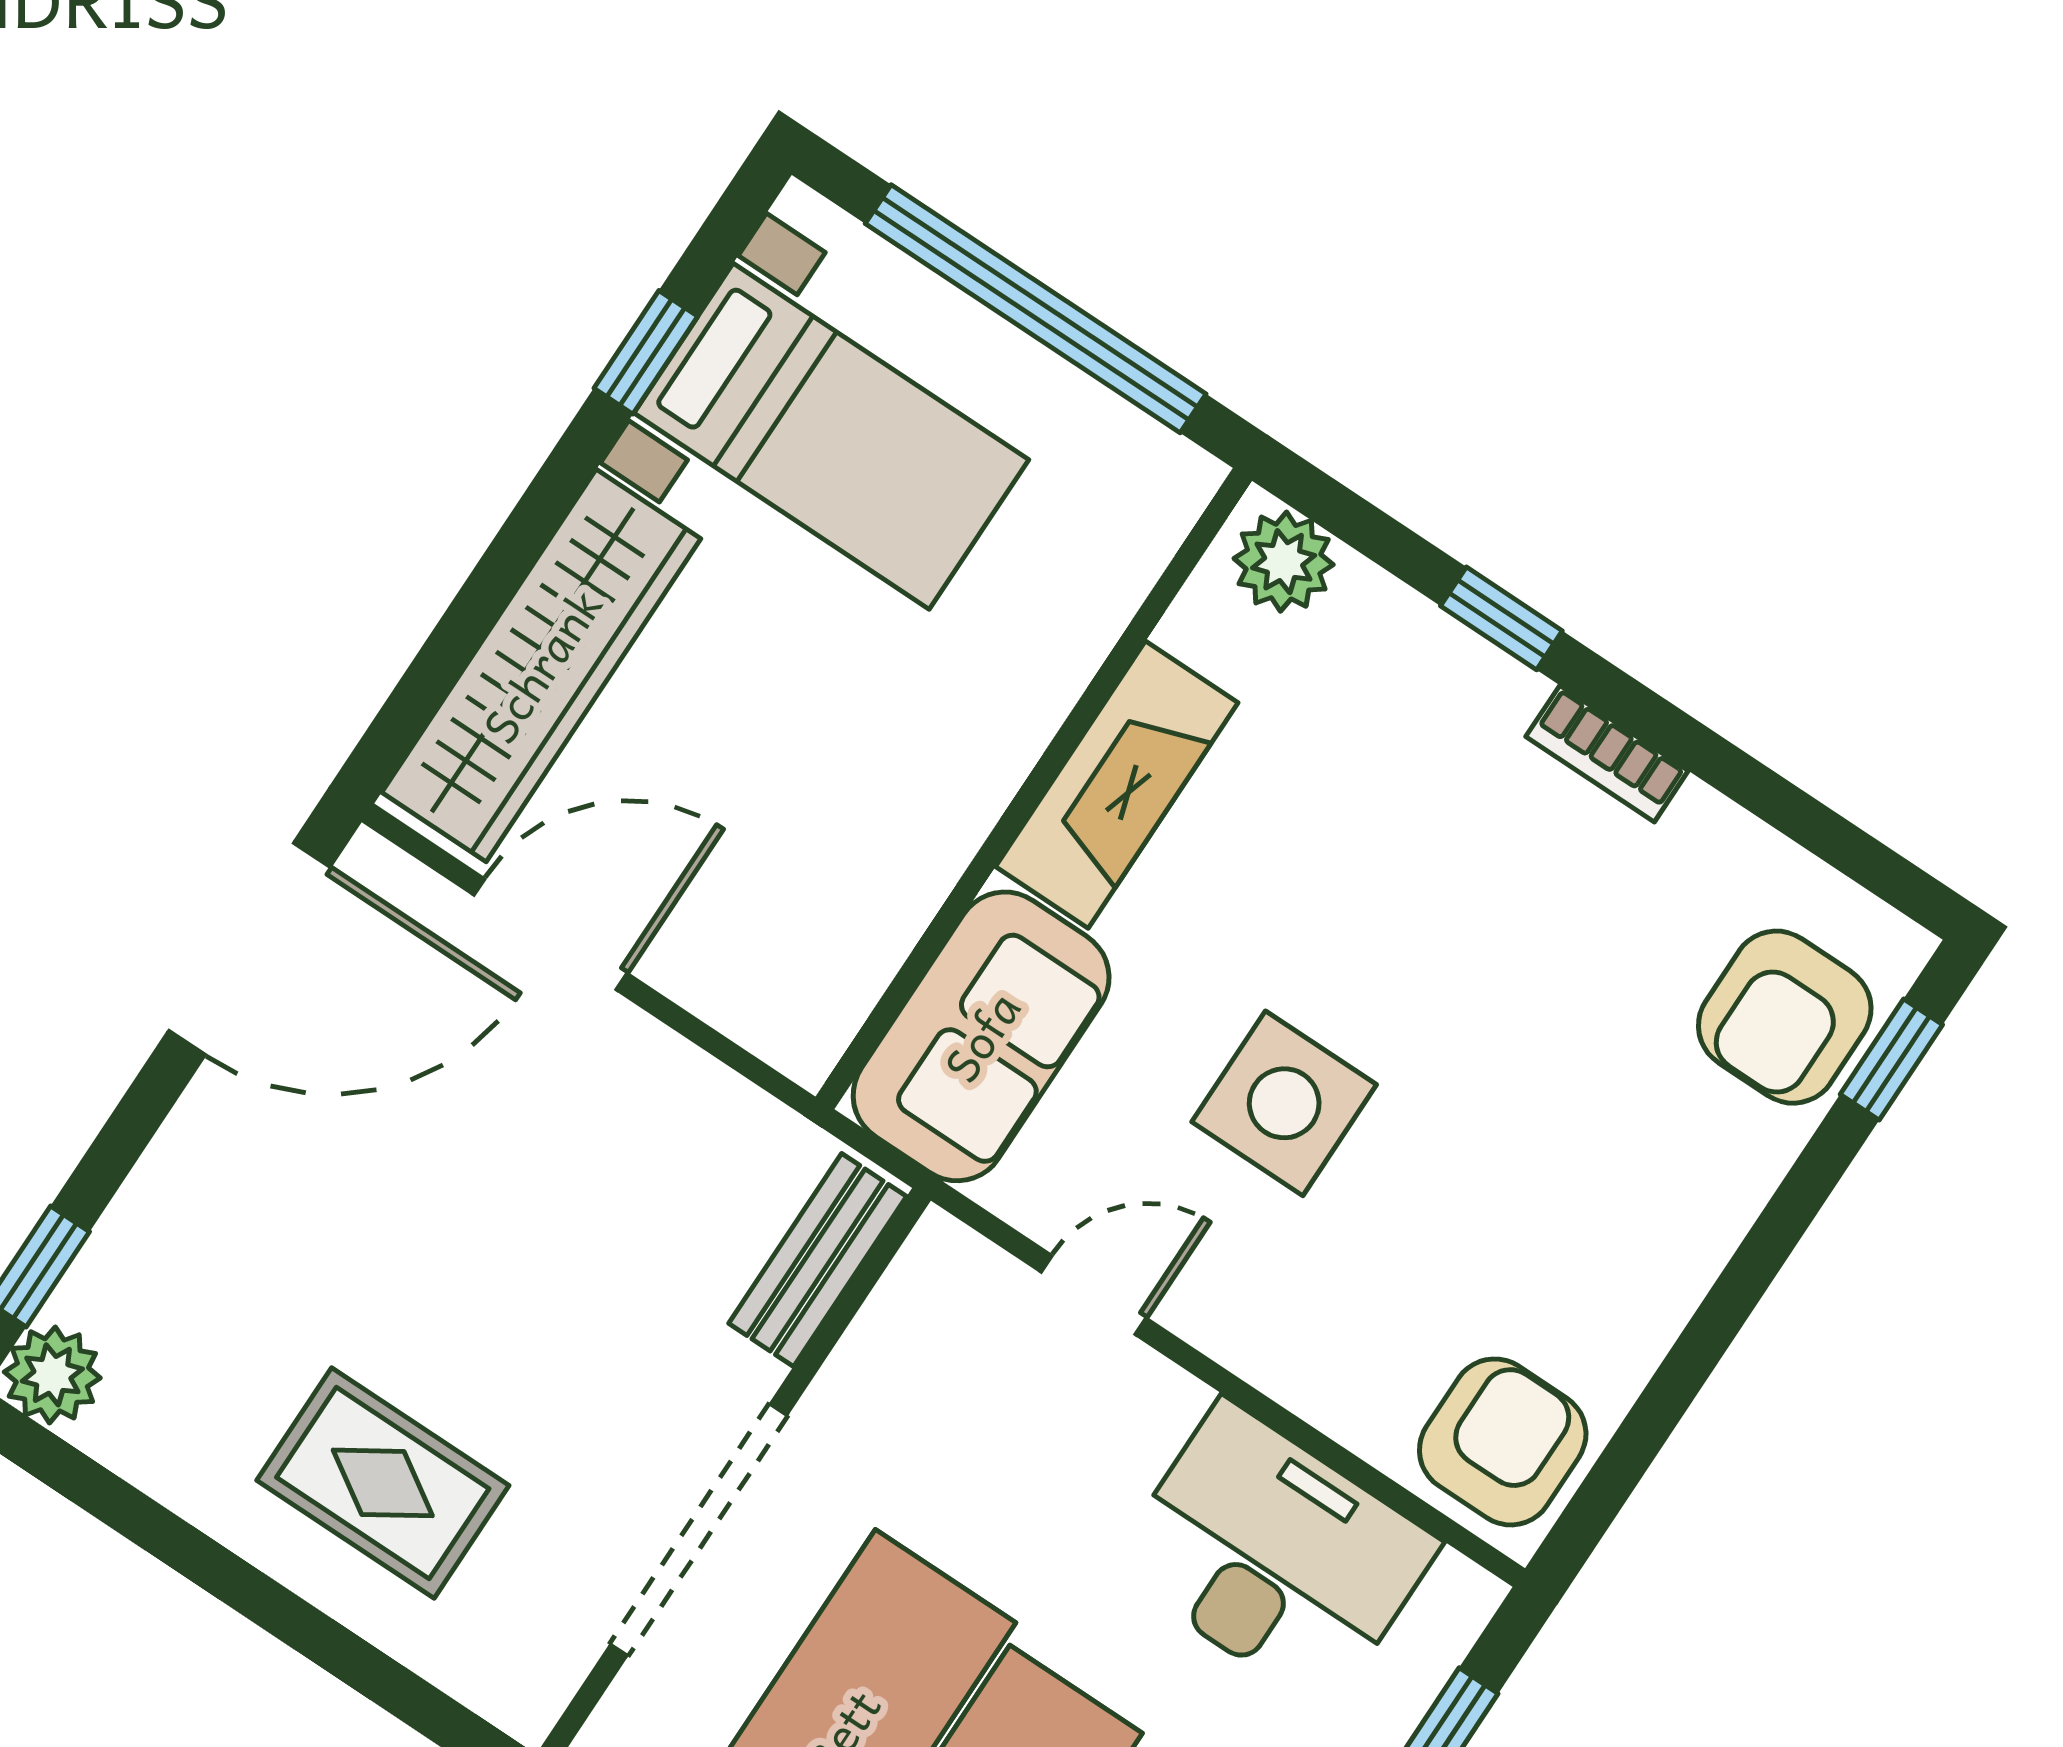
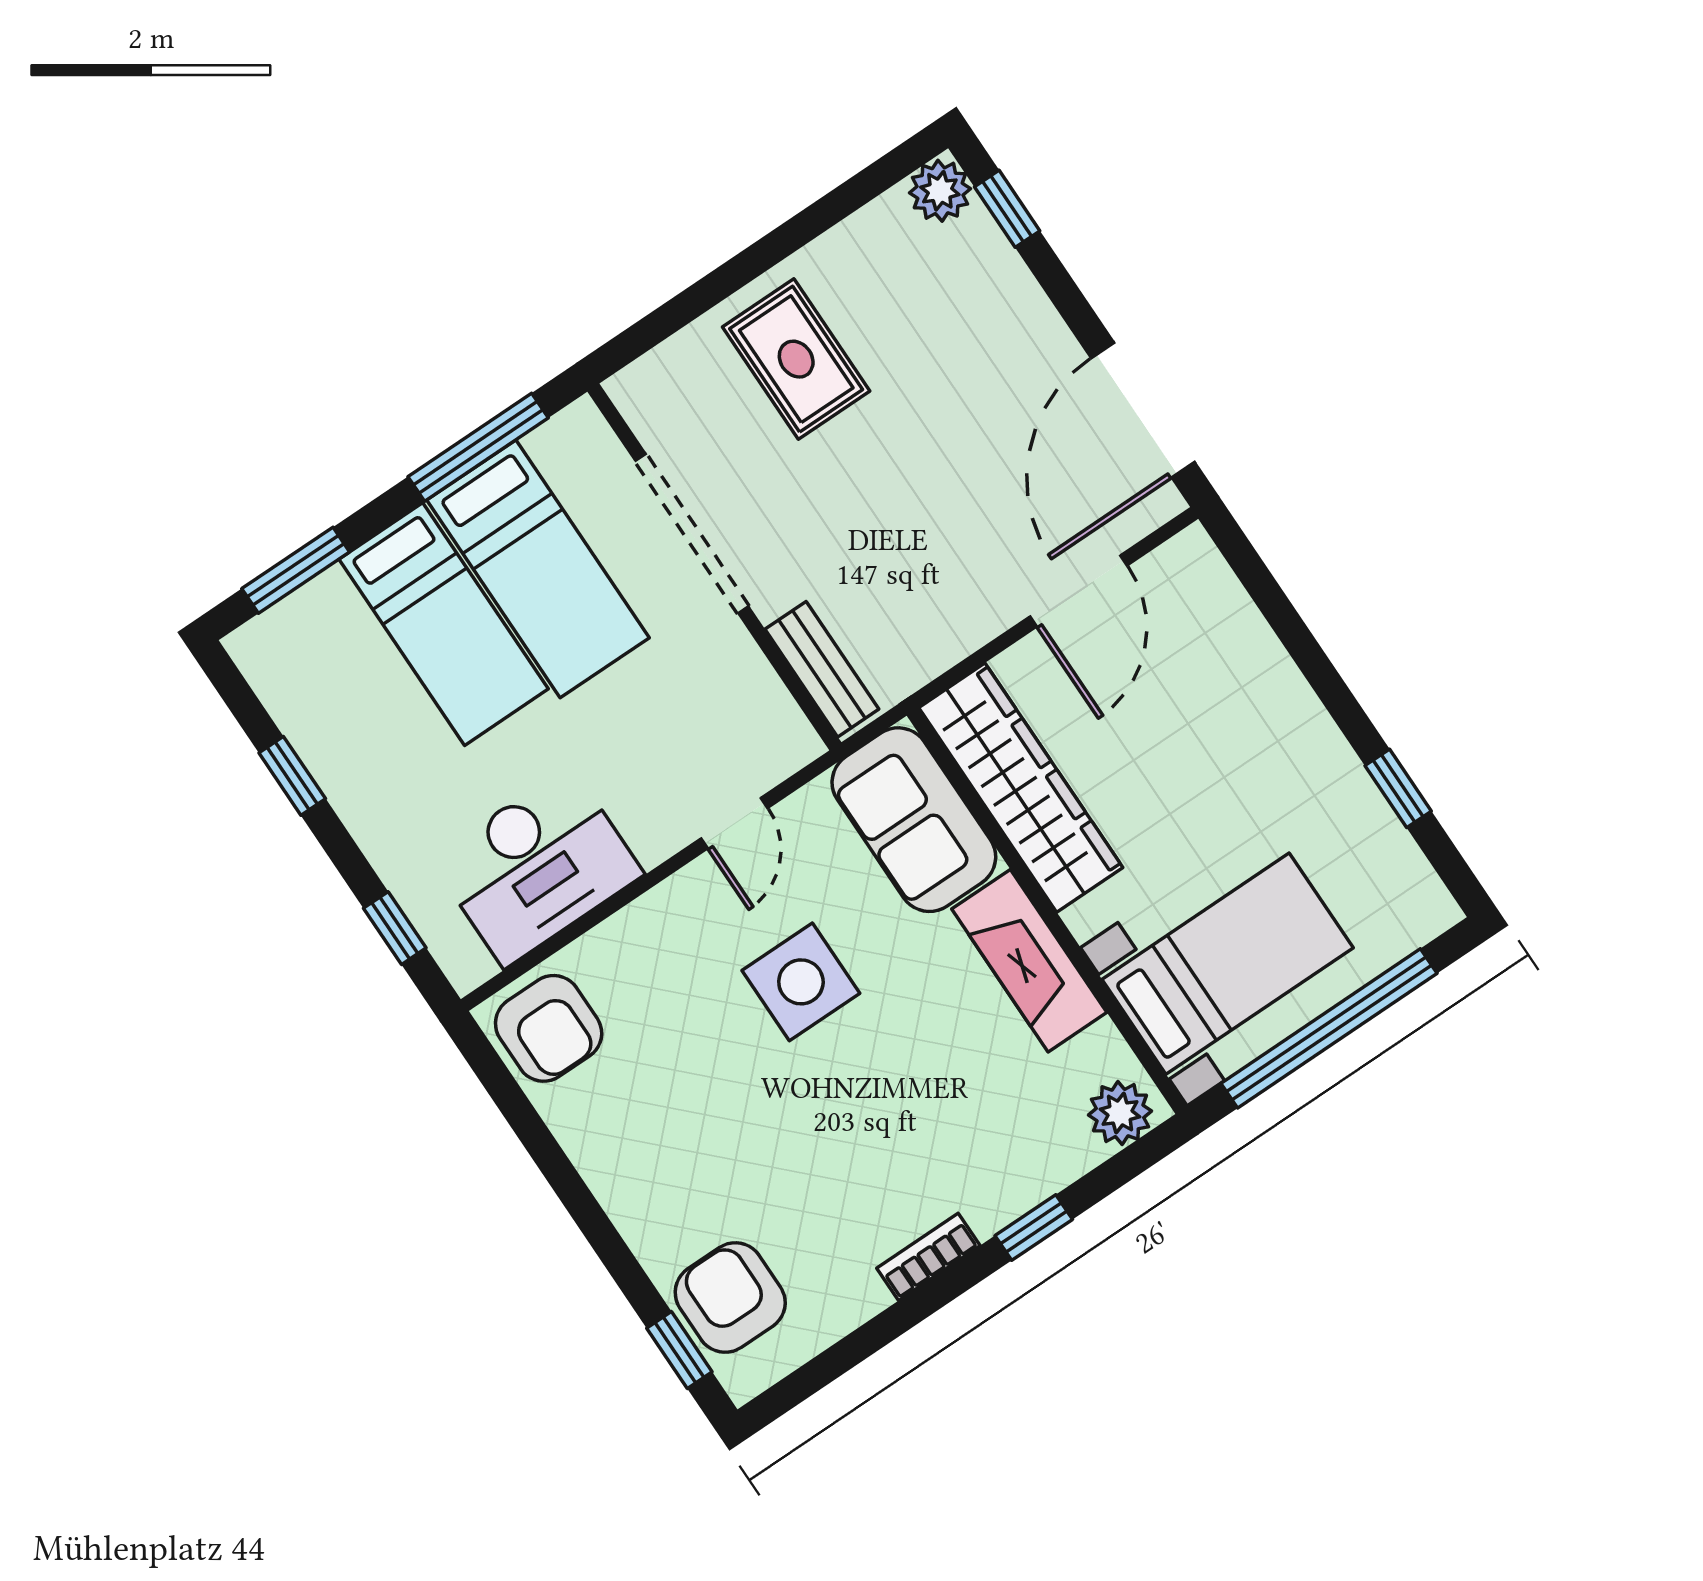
bed with nightstands: (831, 436) -> (1228, 964), moved, turned 180
wardrobe: (541, 665) -> (1021, 788), moved, turned 180
rug: (383, 1483) -> (796, 359), turned 90

